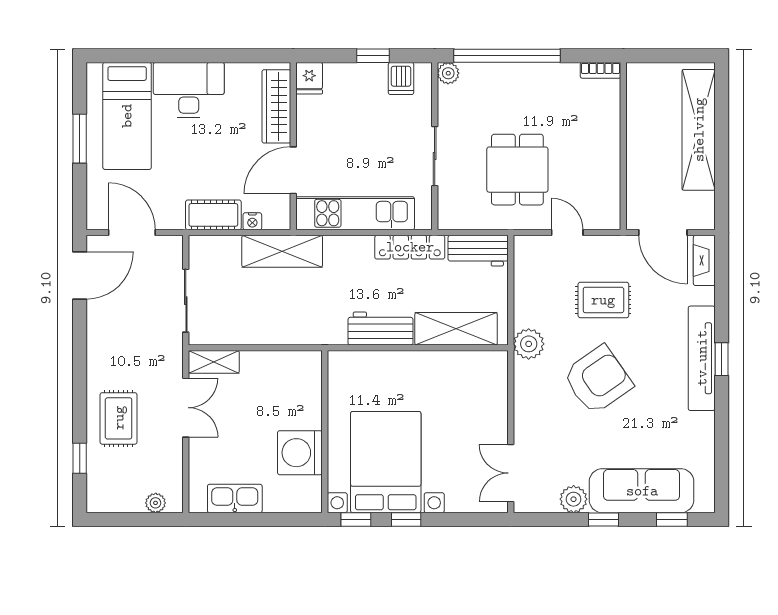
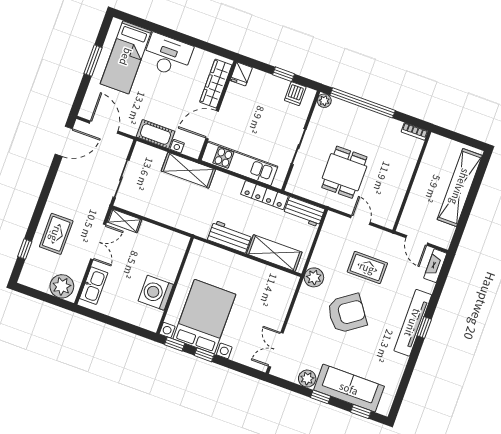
door: (663, 233) -> (417, 240), width x0.73
kitchen sink: (235, 499) -> (94, 286), moved, turned 90
plant: (156, 503) -> (62, 286), width x1.87, depth x1.87

